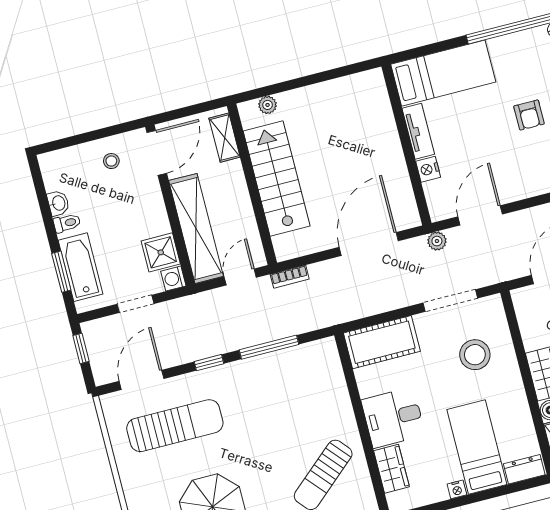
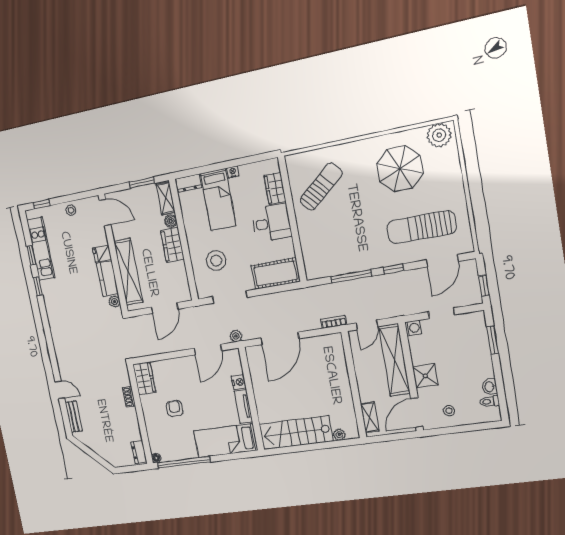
stairs: (277, 178) -> (296, 433), moved, turned 90
toilet: (67, 223) -> (489, 401), moved
shower: (161, 252) -> (425, 376), moved
bathtub: (80, 267) -> (478, 342), removed

